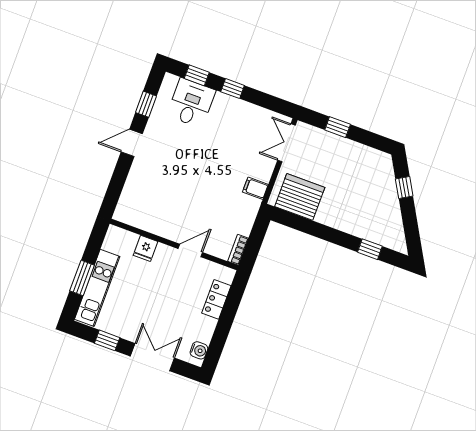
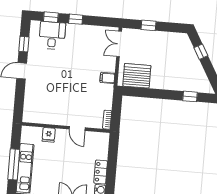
door: (190, 250) -> (77, 128), swing flipped
window: (82, 278) -> (14, 164), width x1.44
locker: (216, 299) -> (101, 172), moved

